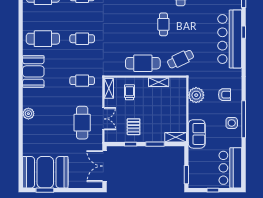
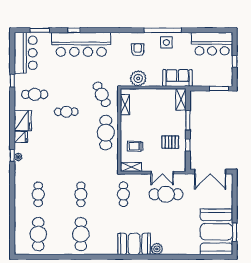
booth: (33, 71) -> (134, 244), moved
shelving: (159, 82) -> (125, 105), moved
double door: (103, 119) -> (162, 173), swing flipped

